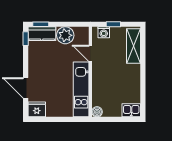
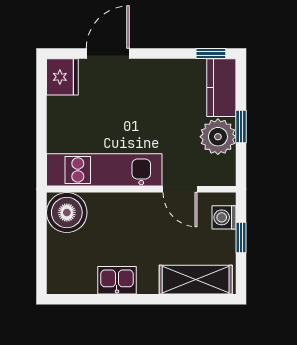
window: (41, 24) -> (241, 126), moved
door: (90, 53) -> (180, 189), swing flipped
kitchen sink: (131, 110) -> (117, 280), moved, turned -90
boiler: (97, 112) -> (67, 213), width x1.86, depth x1.86

